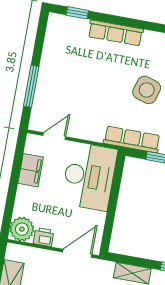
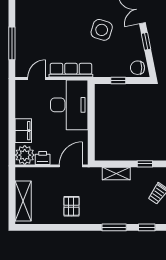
row of seats: (132, 139) -> (71, 70), moved
filing cabinet: (31, 170) -> (23, 131), moved

